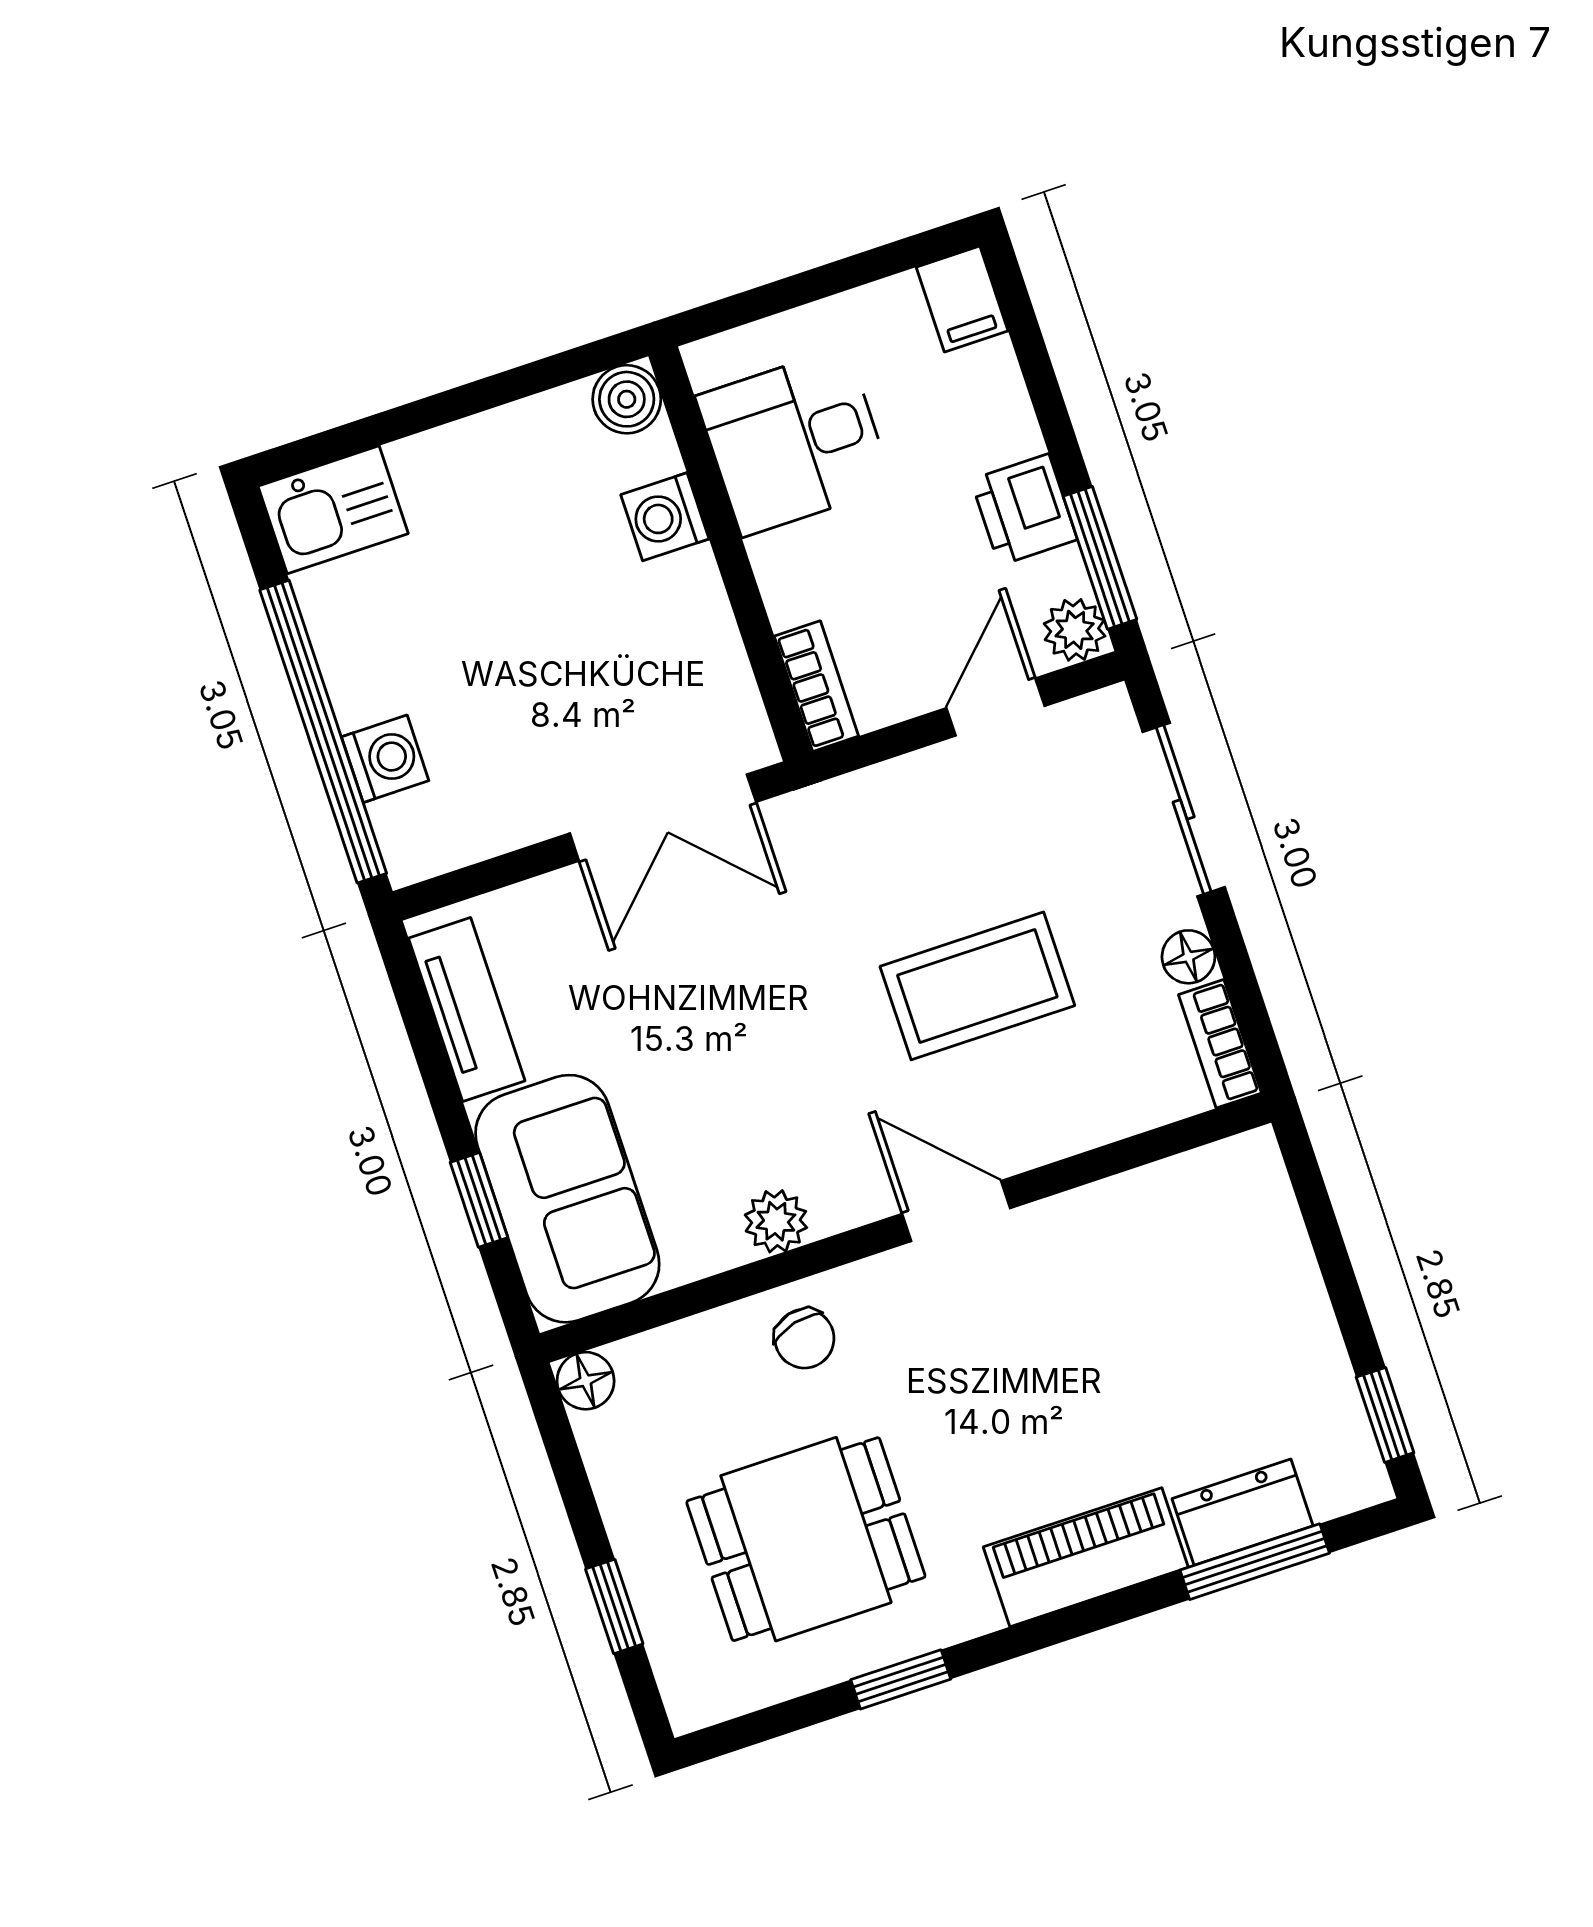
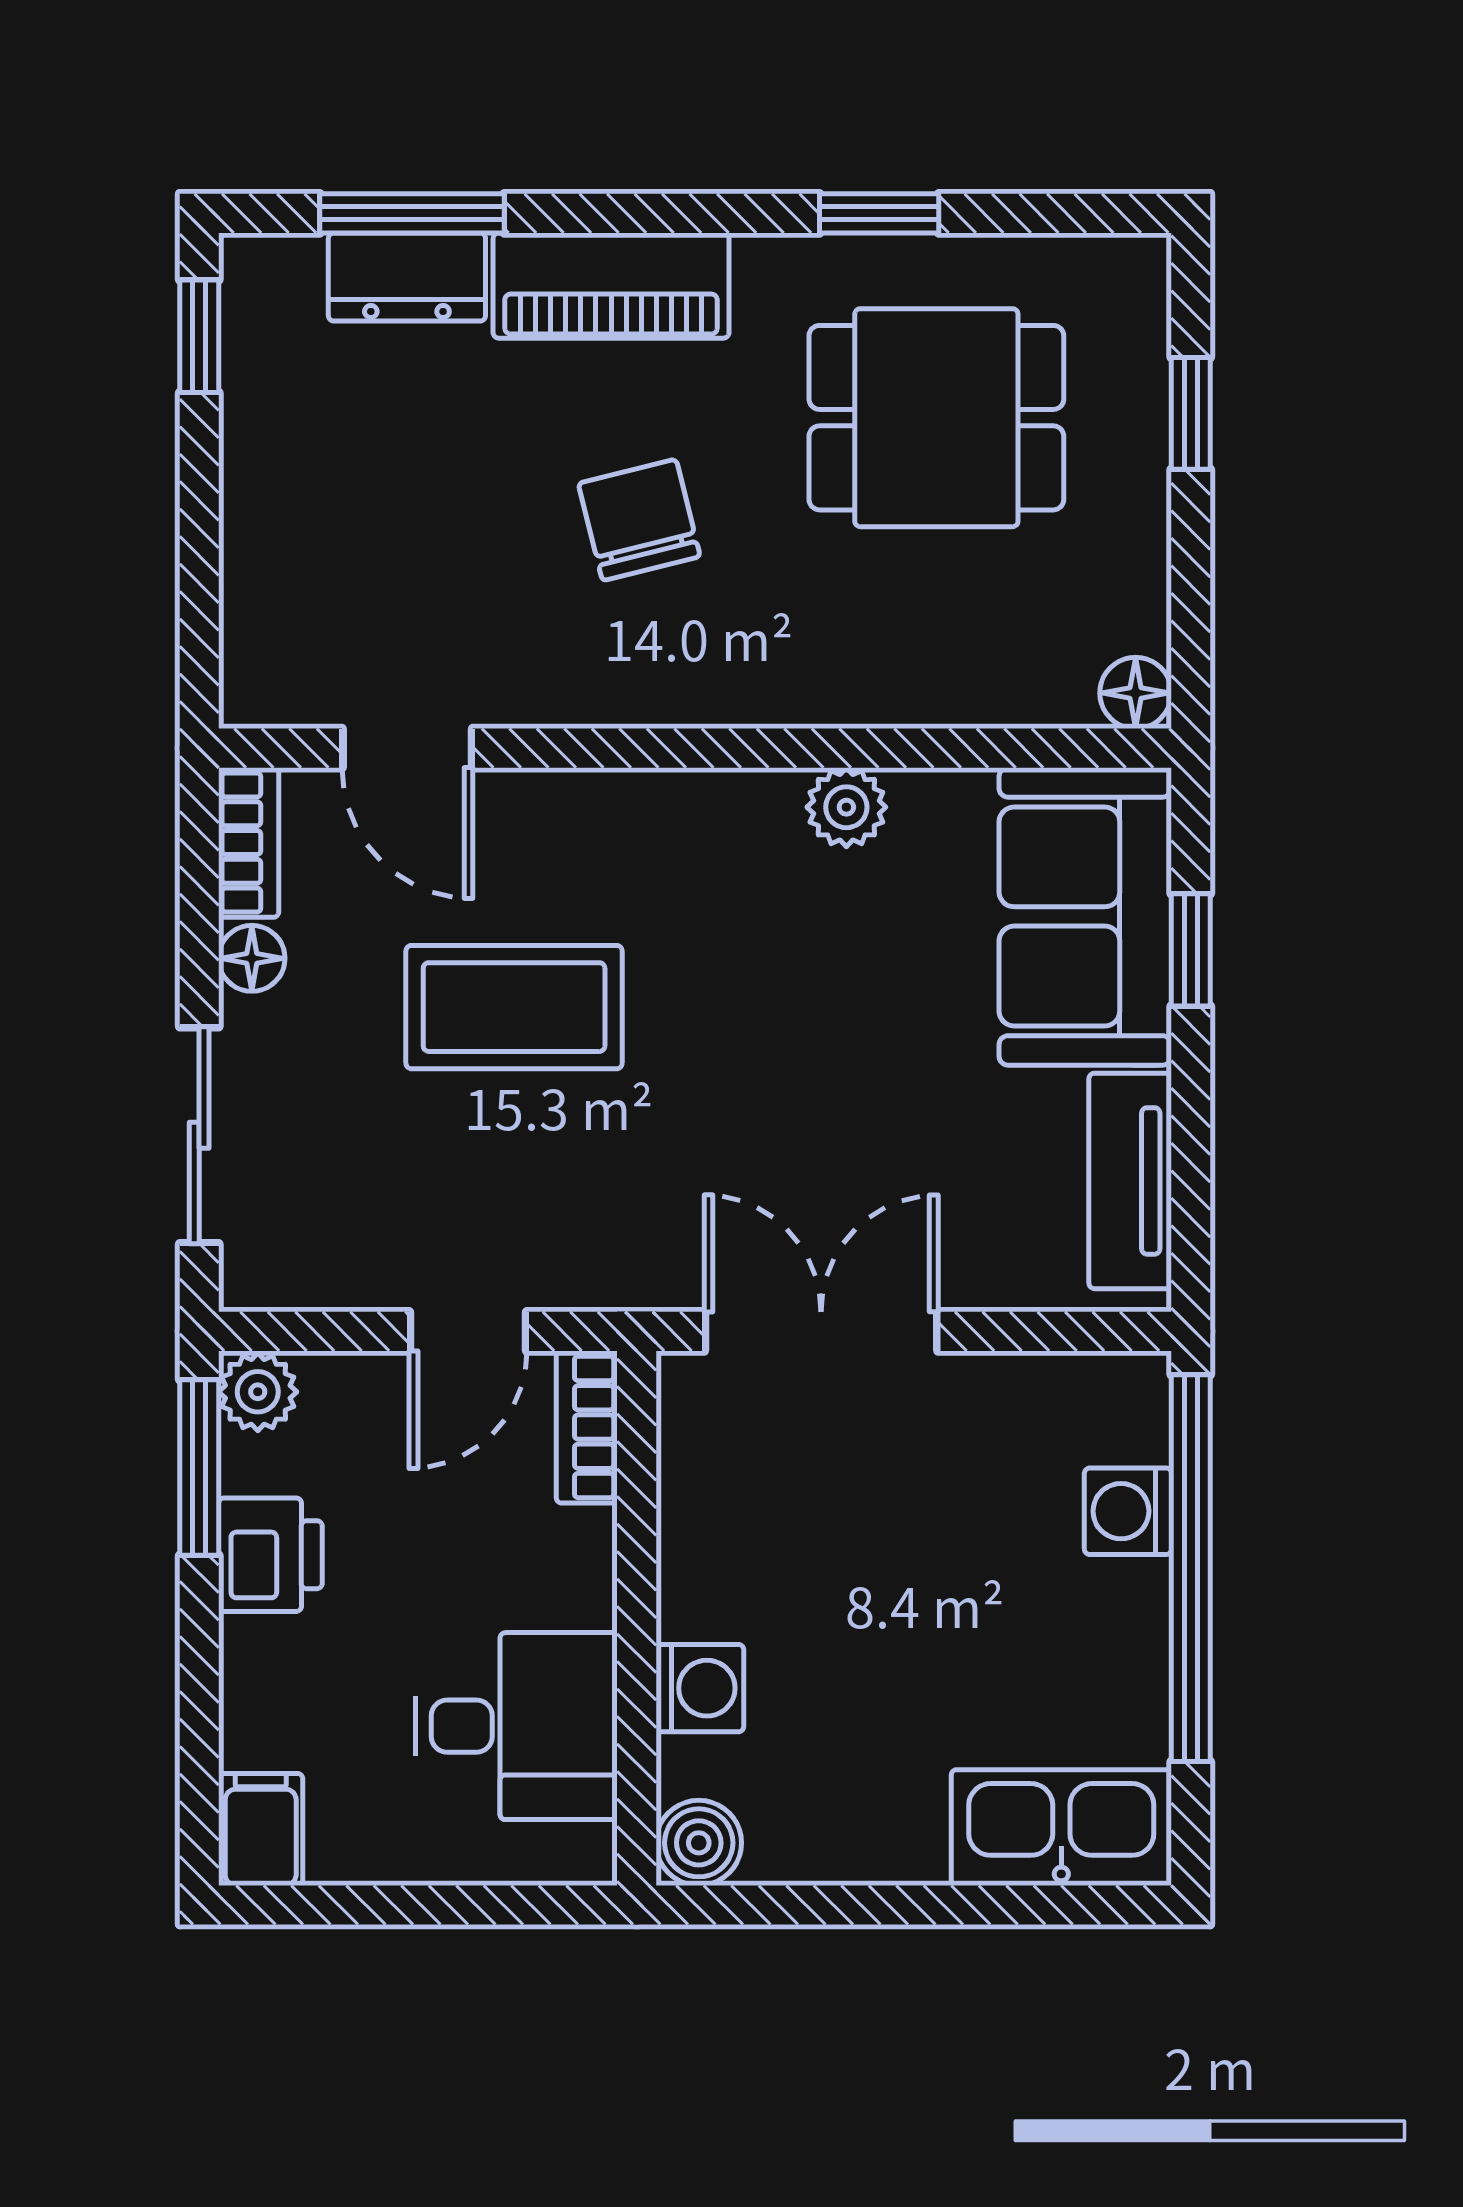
kitchen sink: (333, 510) -> (1061, 1828), width x1.38
door: (996, 707) -> (468, 1331), moved
door: (956, 1211) -> (407, 748), moved
chair: (804, 1339) -> (639, 520), moved, width x1.37, depth x1.37

